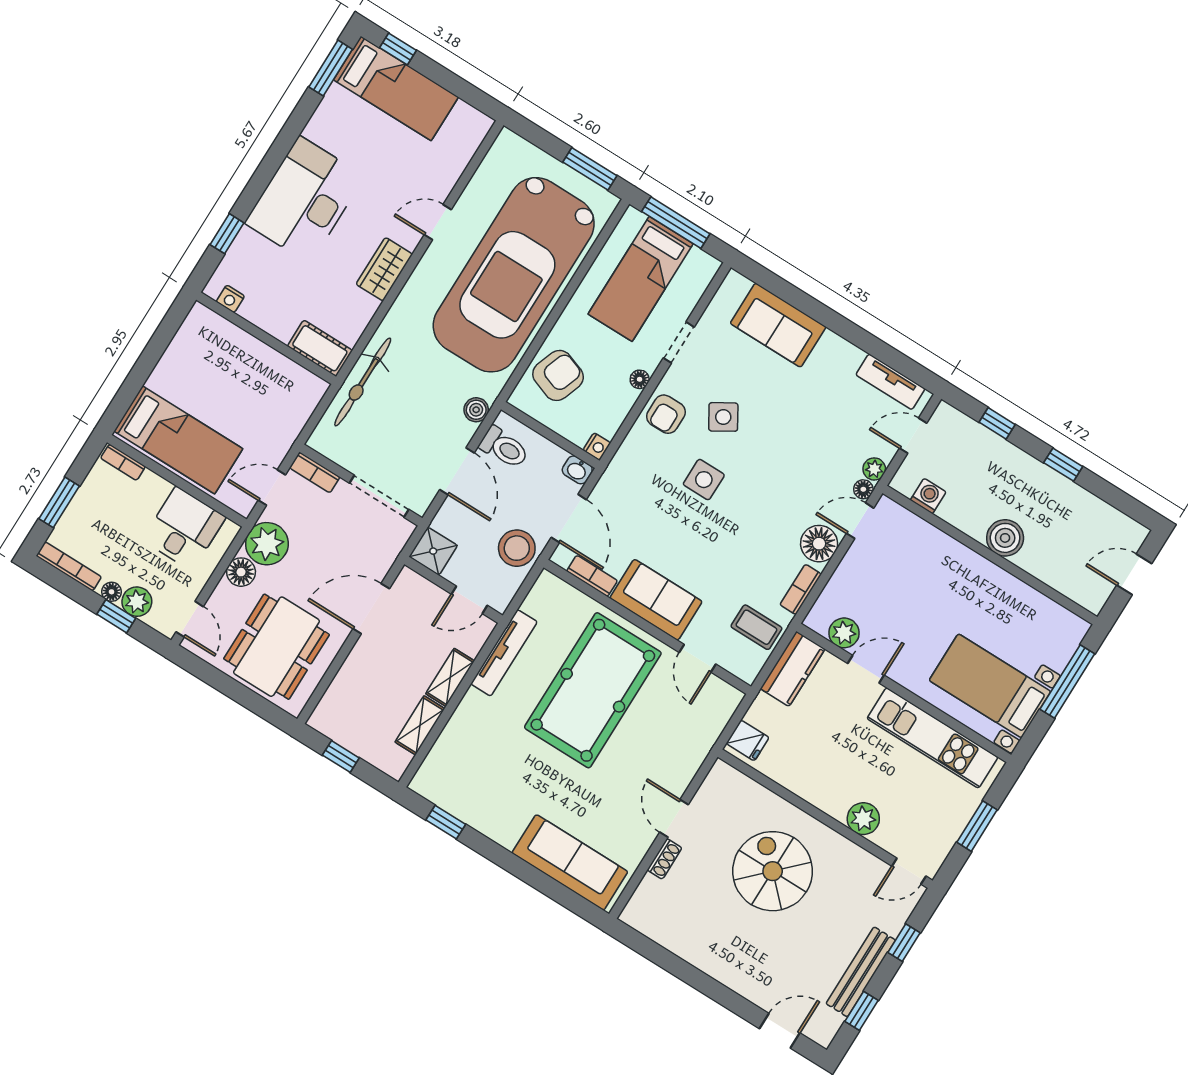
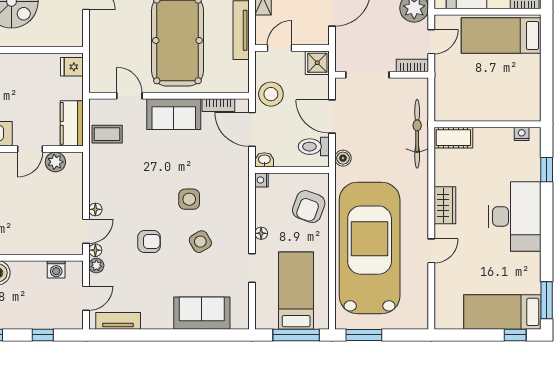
armchair: (666, 414) -> (149, 242), moved, turned 90
floor lamp: (819, 544) -> (95, 209), width x0.53, depth x0.53
bookcase: (801, 589) -> (95, 171), removed

